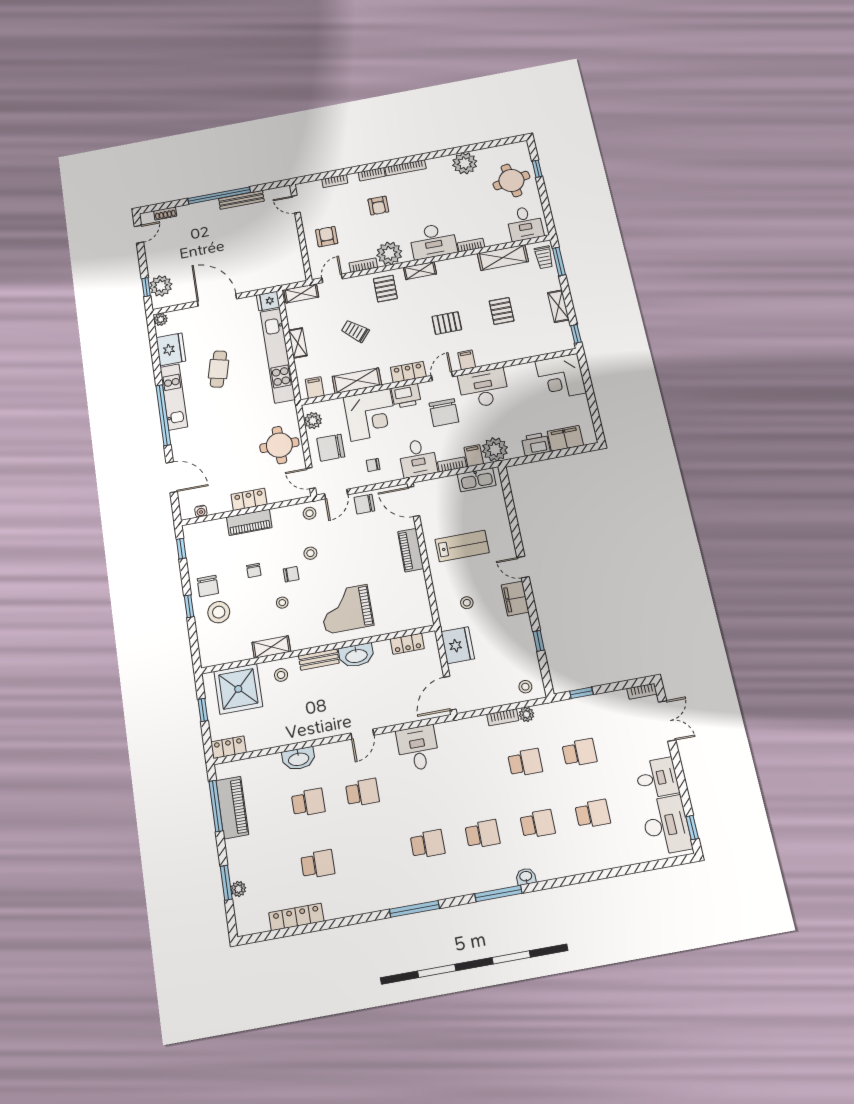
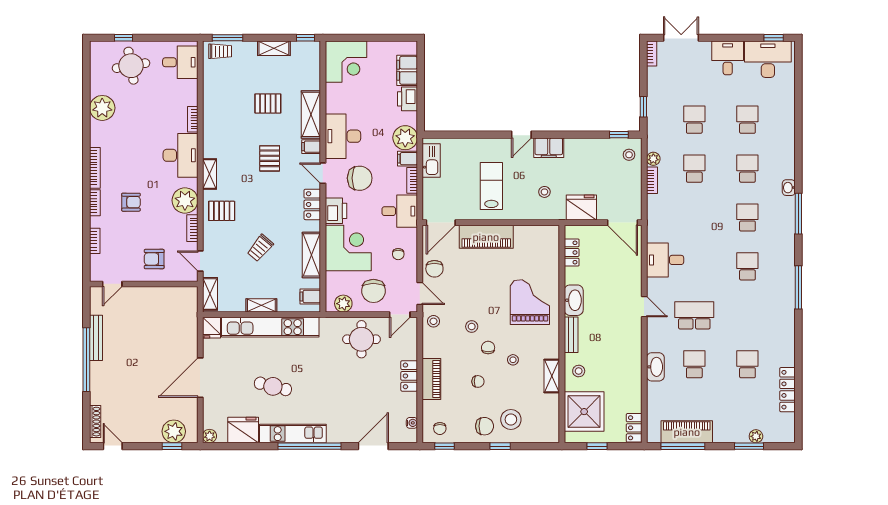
shoe rack: (165, 213) -> (95, 422), width x1.43
shelving: (503, 258) -> (311, 114), moved
chair: (199, 540) -> (440, 429), added
piano: (411, 550) -> (486, 237), width x1.37, depth x1.33
grand piano: (346, 609) -> (530, 302), turned 180
window: (539, 641) -> (619, 135), moved
school desk: (362, 792) -> (694, 315), width x1.85

